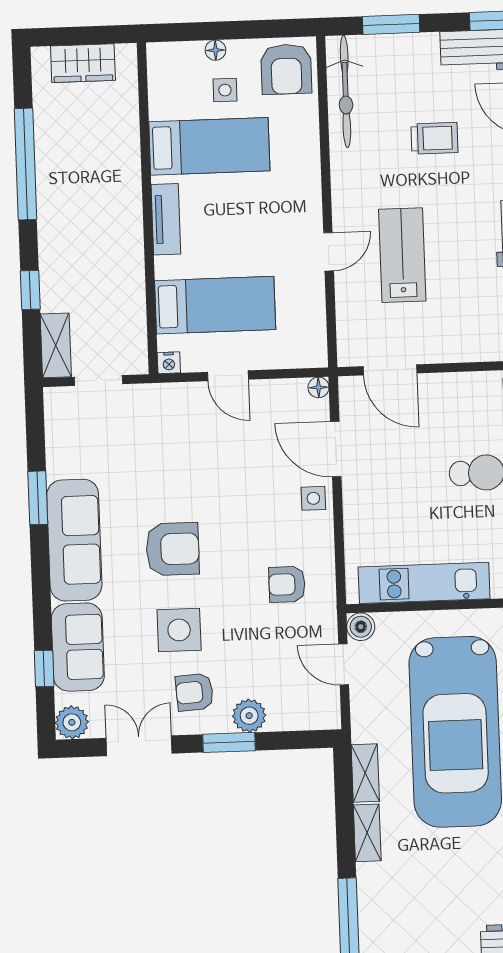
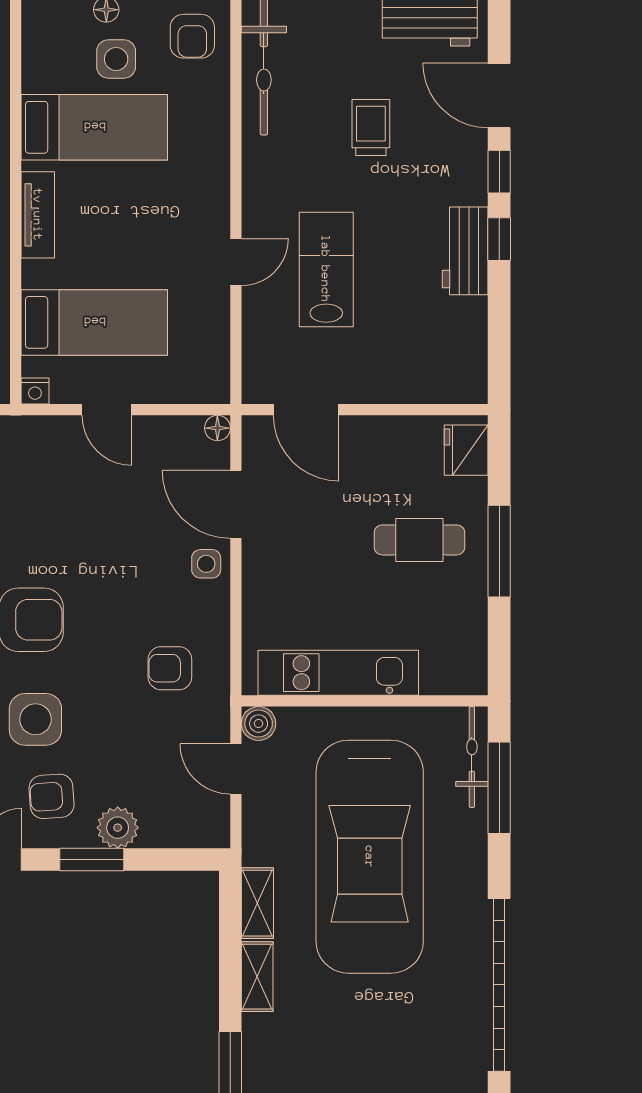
armchair: (286, 69) -> (192, 36), width x0.72, depth x0.72
side table: (225, 90) -> (116, 59), width x1.37, depth x1.37
trolley: (434, 138) -> (371, 128), turned -90

